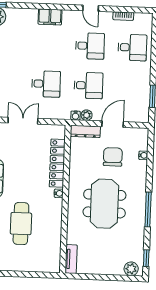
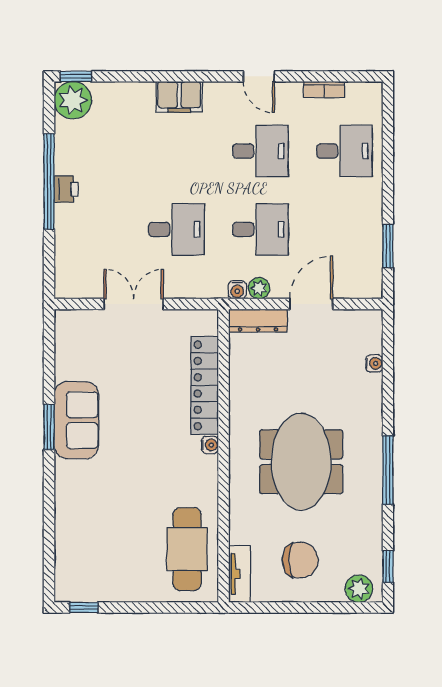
chair: (113, 157) -> (300, 560), moved, turned 90
cafe table: (21, 224) -> (187, 549), moved

